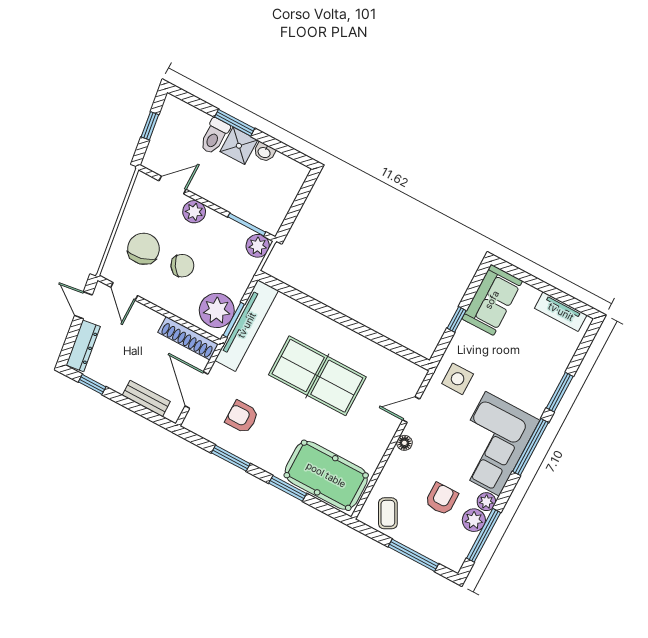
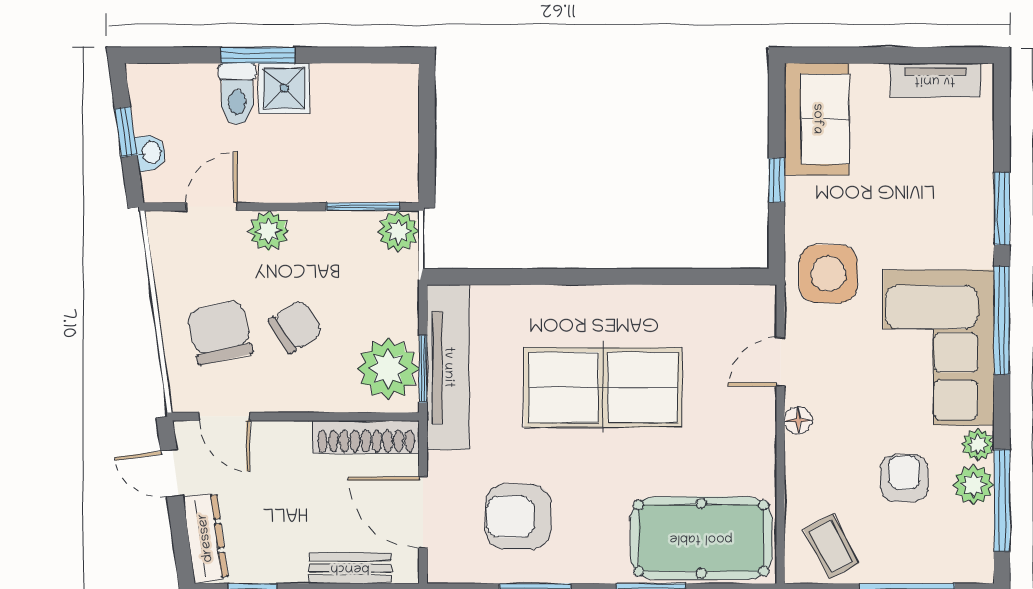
washbasin: (264, 152) -> (151, 153), moved, turned -98
side table: (458, 379) -> (828, 274), width x1.37, depth x1.37
armchair: (242, 417) -> (518, 517), width x1.38, depth x1.38

